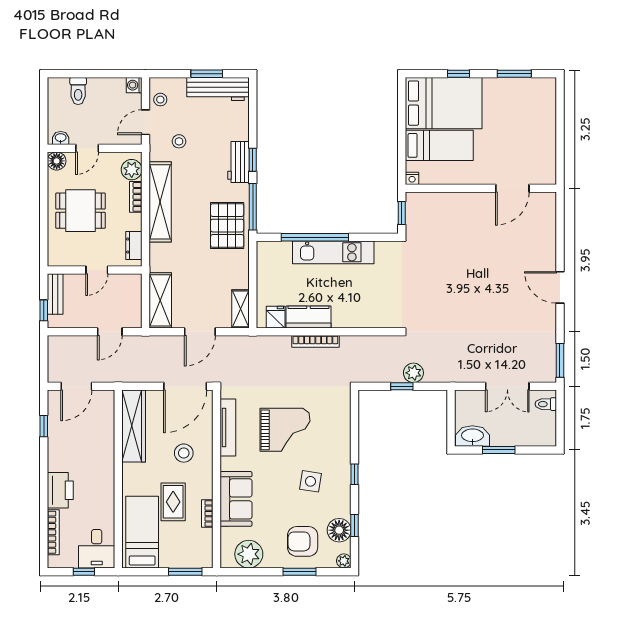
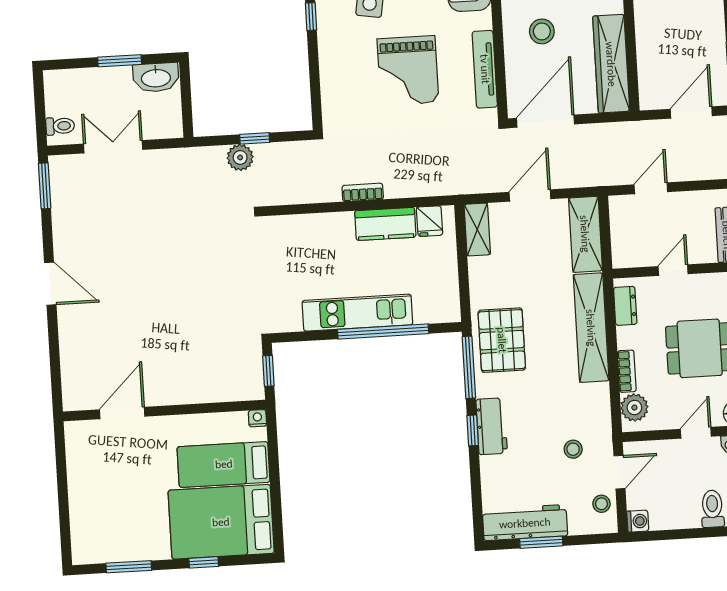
shelving: (160, 202) -> (591, 328), moved
bookcase: (315, 341) -> (363, 192), width x0.64
grand piano: (285, 430) -> (408, 71), turned -90

